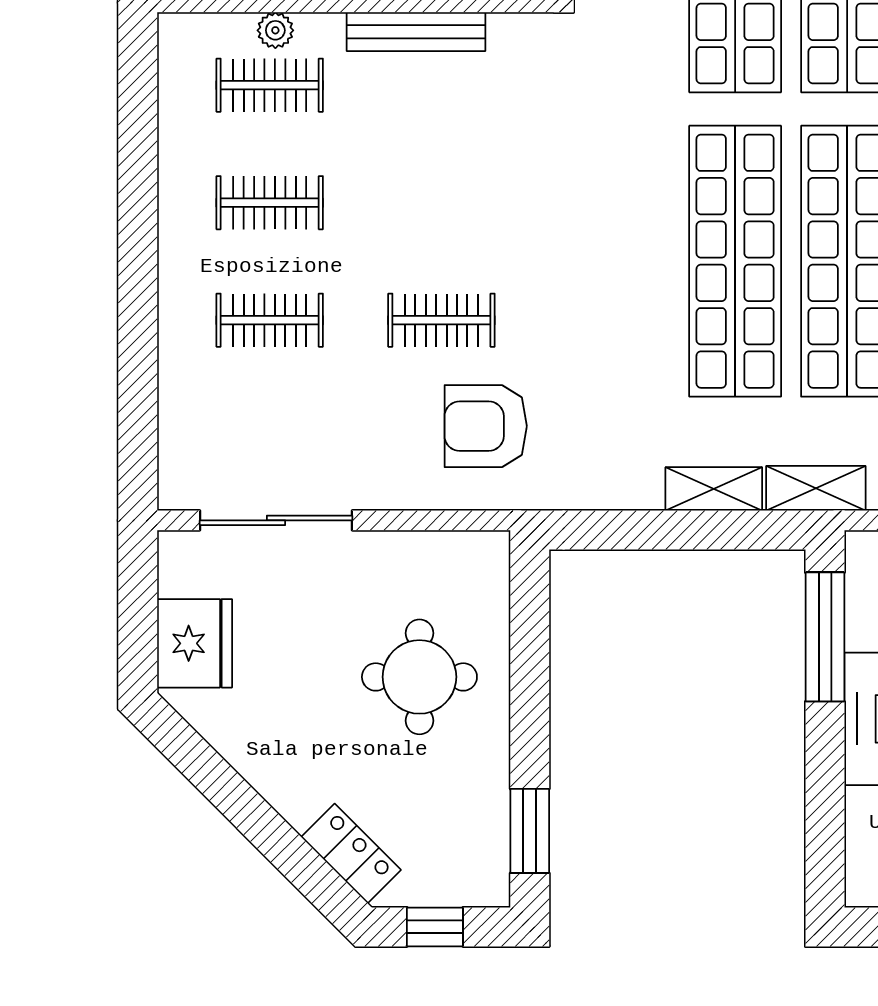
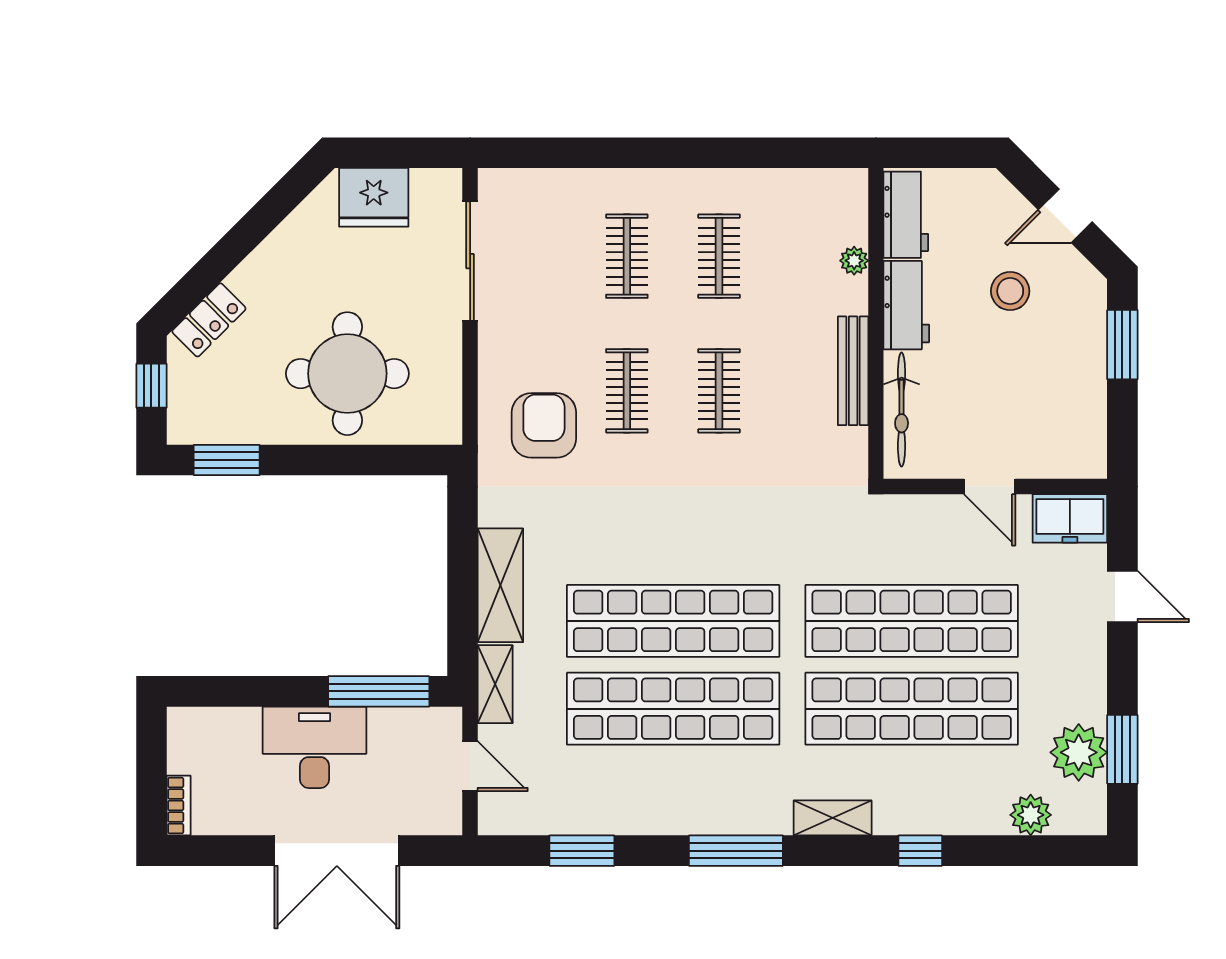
clothes rail: (270, 85) -> (719, 391), moved
shelving: (714, 489) -> (500, 585), width x1.50, depth x1.33
round table: (419, 677) -> (347, 374), width x1.36, depth x1.36

